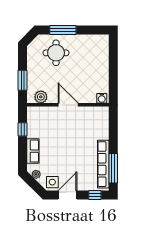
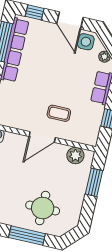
door: (68, 105) -> (42, 137), hinge flipped
coffee table: (60, 125) -> (59, 113), added
door: (68, 195) -> (70, 21), hinge flipped

